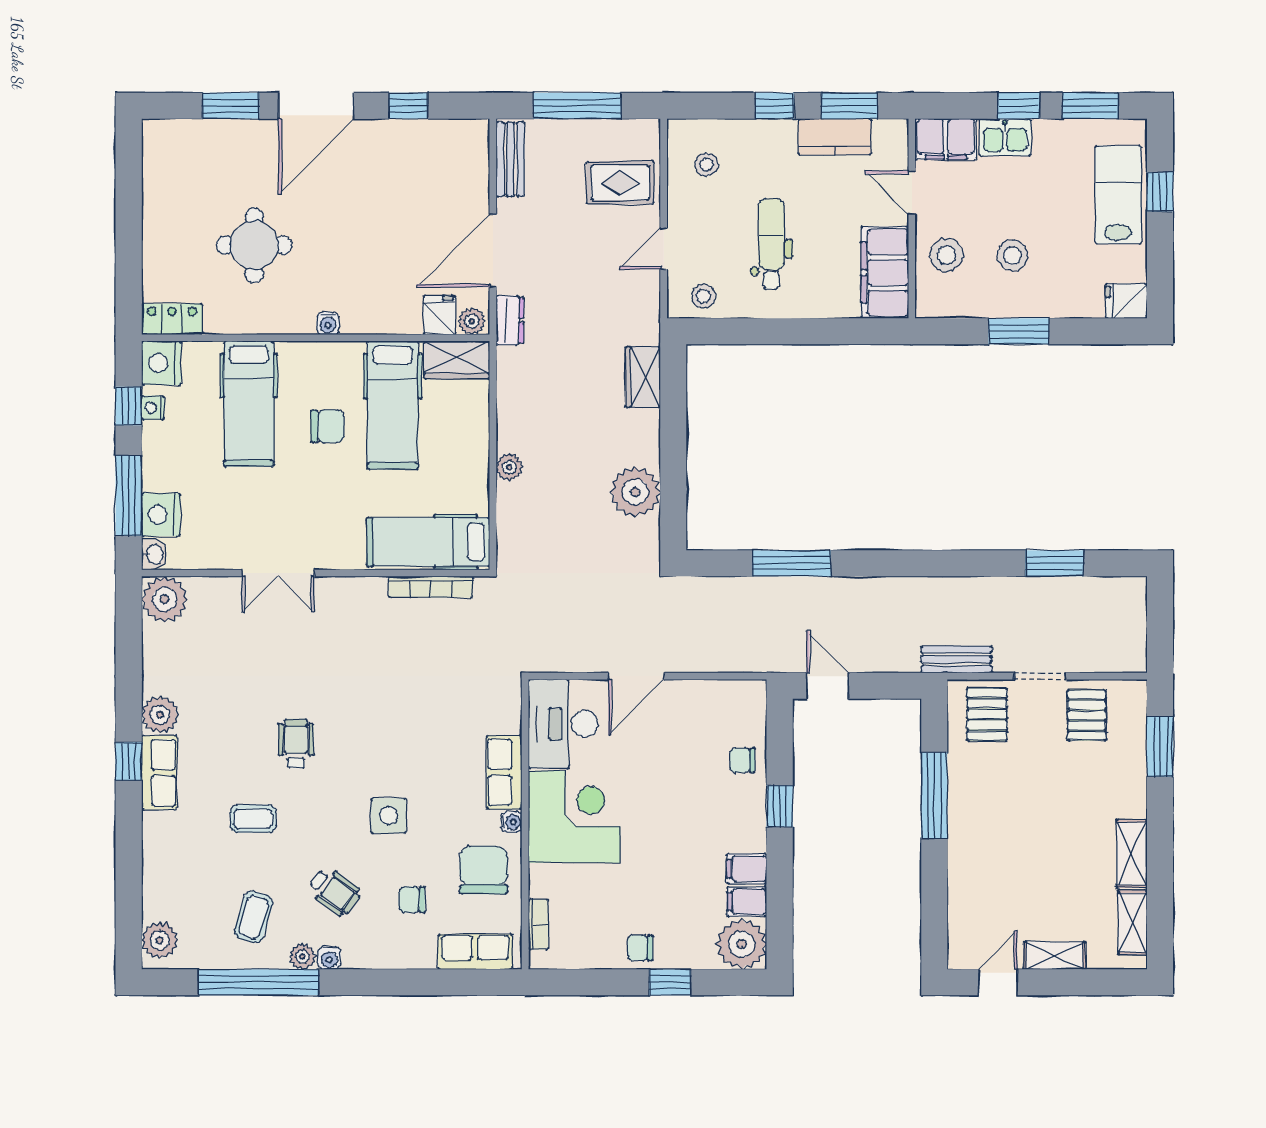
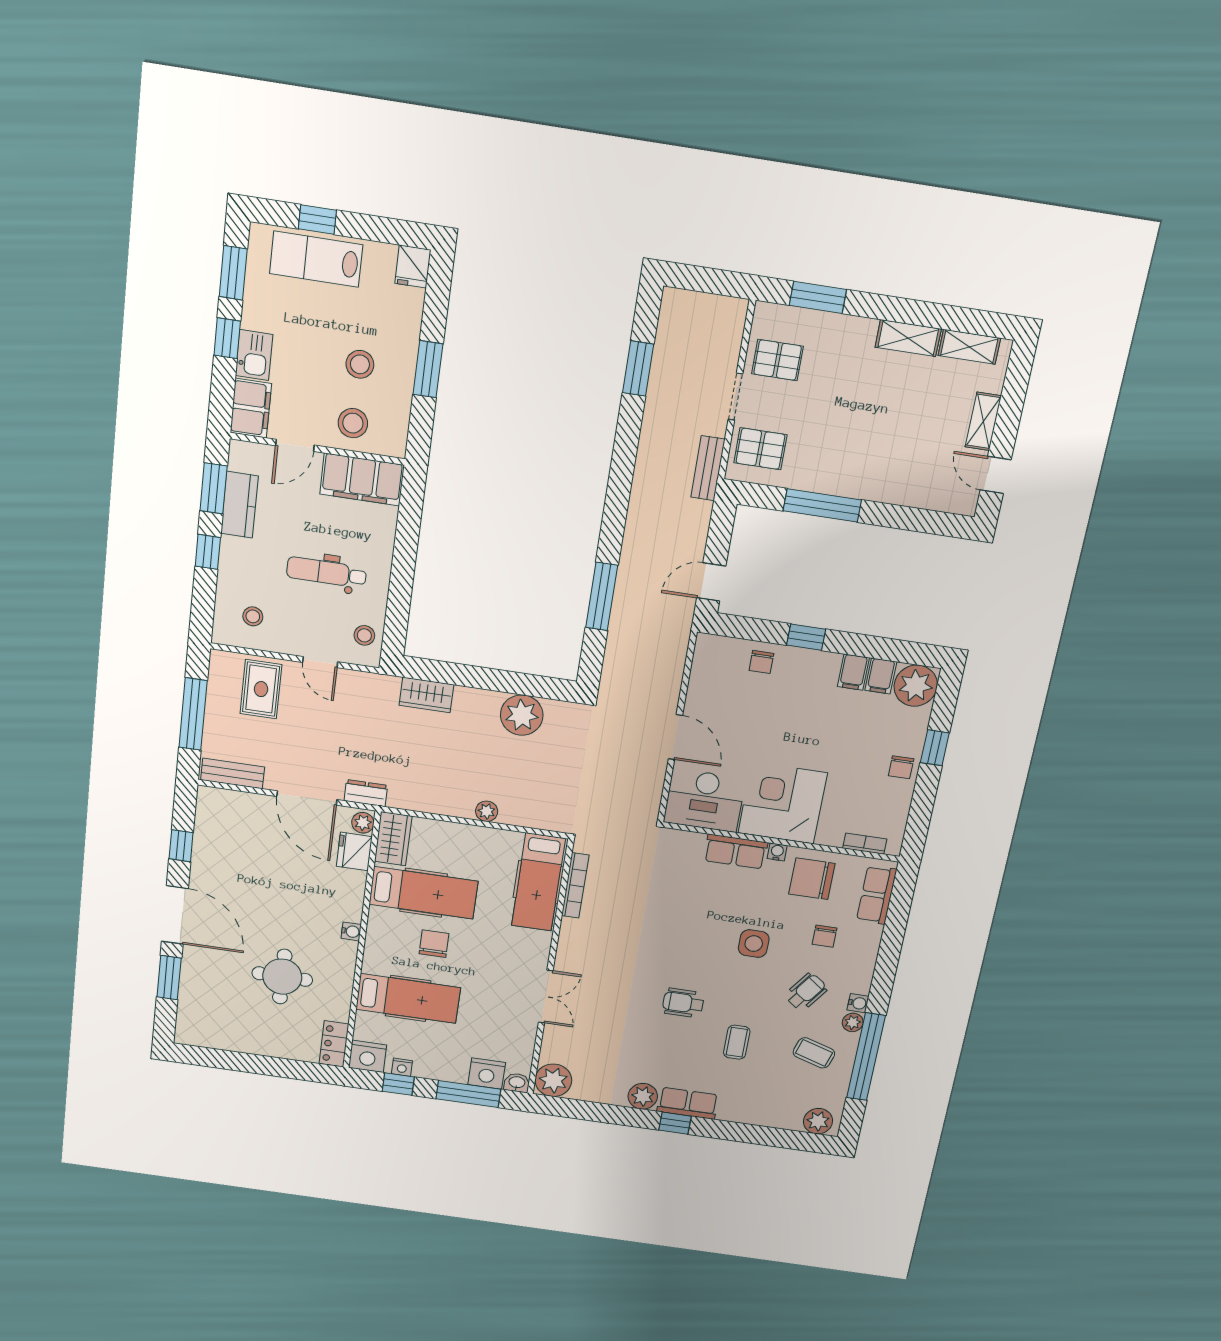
fridge: (439, 315) -> (354, 851), width x1.38

